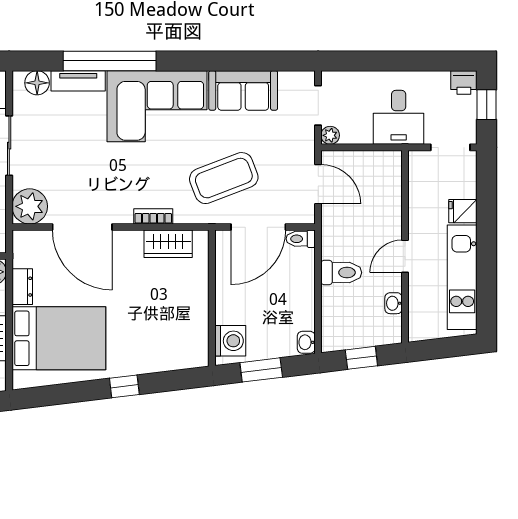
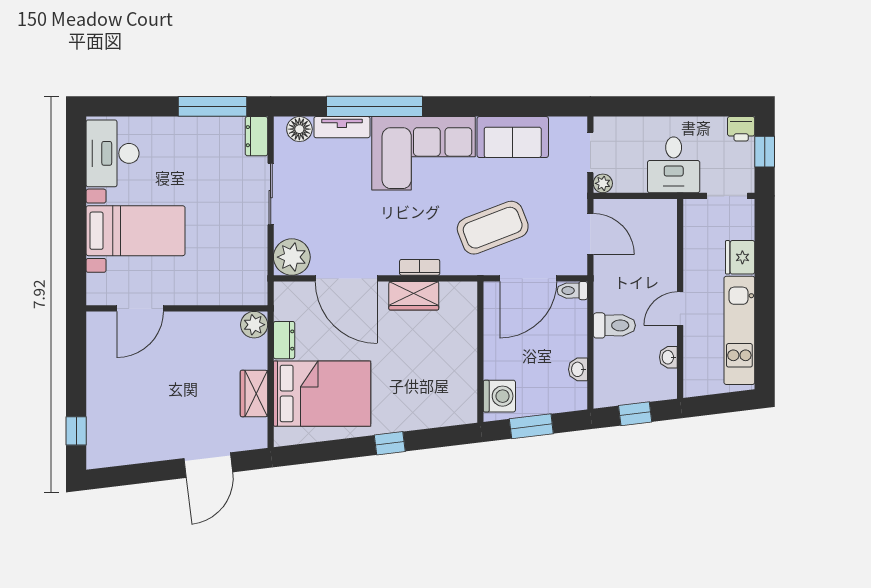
fridge: (463, 211) -> (740, 257), width x1.38
wardrobe: (168, 244) -> (414, 296), moved
washbasin: (306, 342) -> (578, 369), moved

